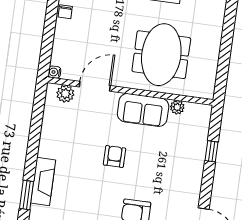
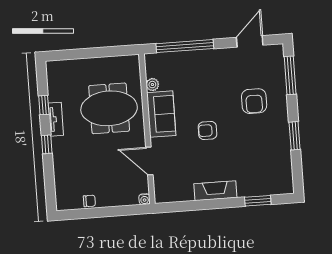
plant: (65, 94) -> (161, 186), removed
window: (211, 151) -> (185, 46), width x3.17
fireplace: (43, 181) -> (215, 191), moved

